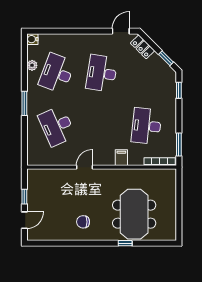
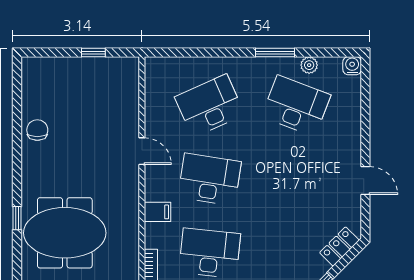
door: (121, 31) -> (365, 181), moved
desk: (102, 73) -> (210, 179), moved
window: (24, 103) -> (275, 52), moved
door: (24, 220) -> (55, 52), removed
chair: (83, 222) -> (37, 130), moved

